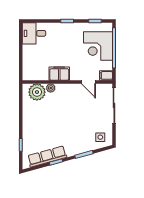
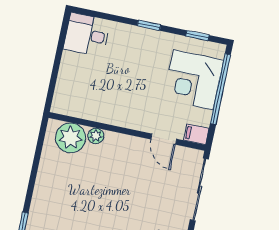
filing cabinet: (59, 74) -> (116, 114), removed

